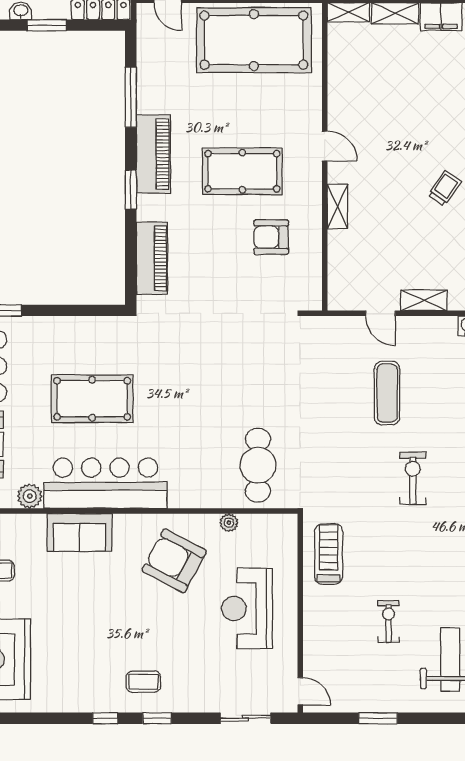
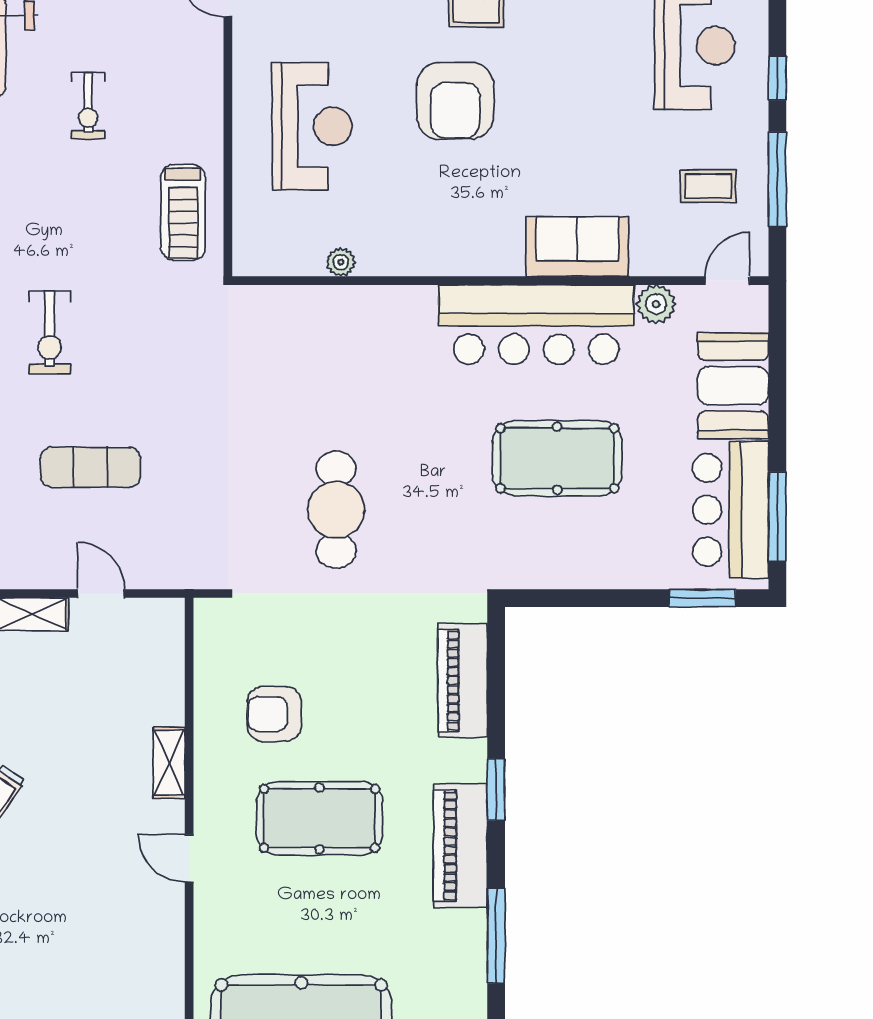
armchair: (271, 237) -> (274, 714), turned 180
exercise mat: (387, 393) -> (90, 467), turned 90
cafe table: (258, 465) -> (336, 510), moved
armchair: (174, 561) -> (455, 101), moved, turned 62

